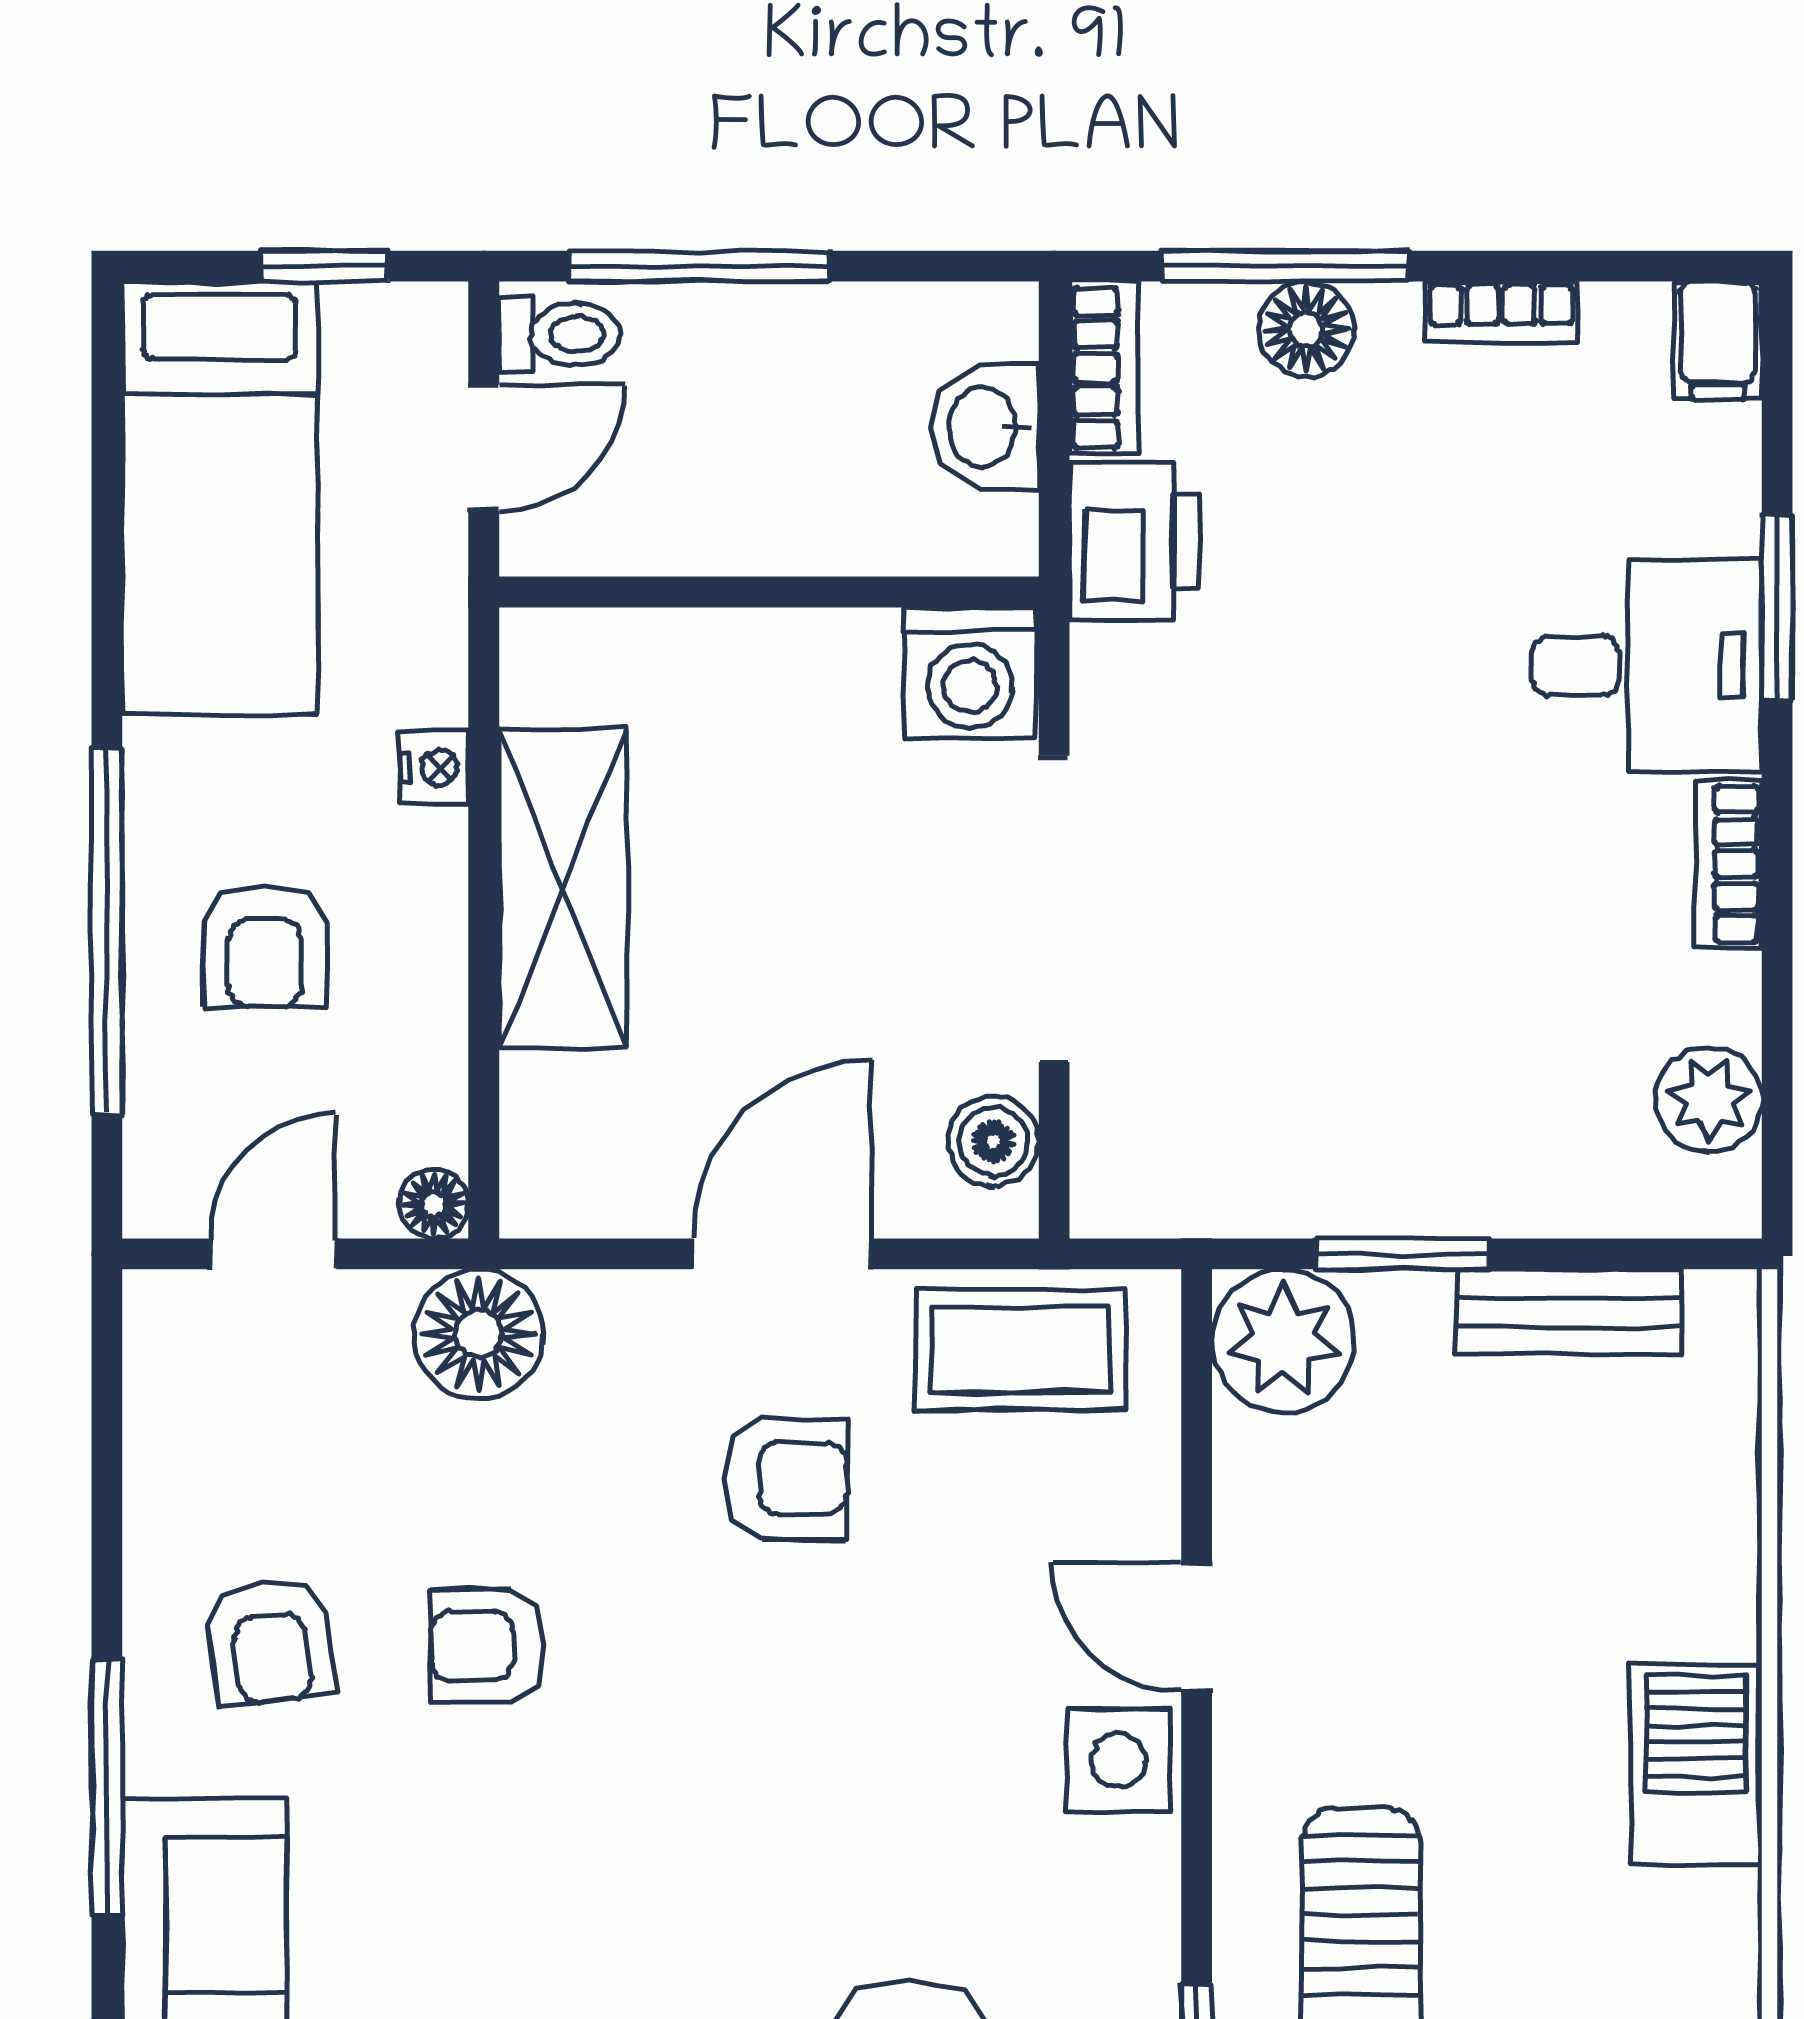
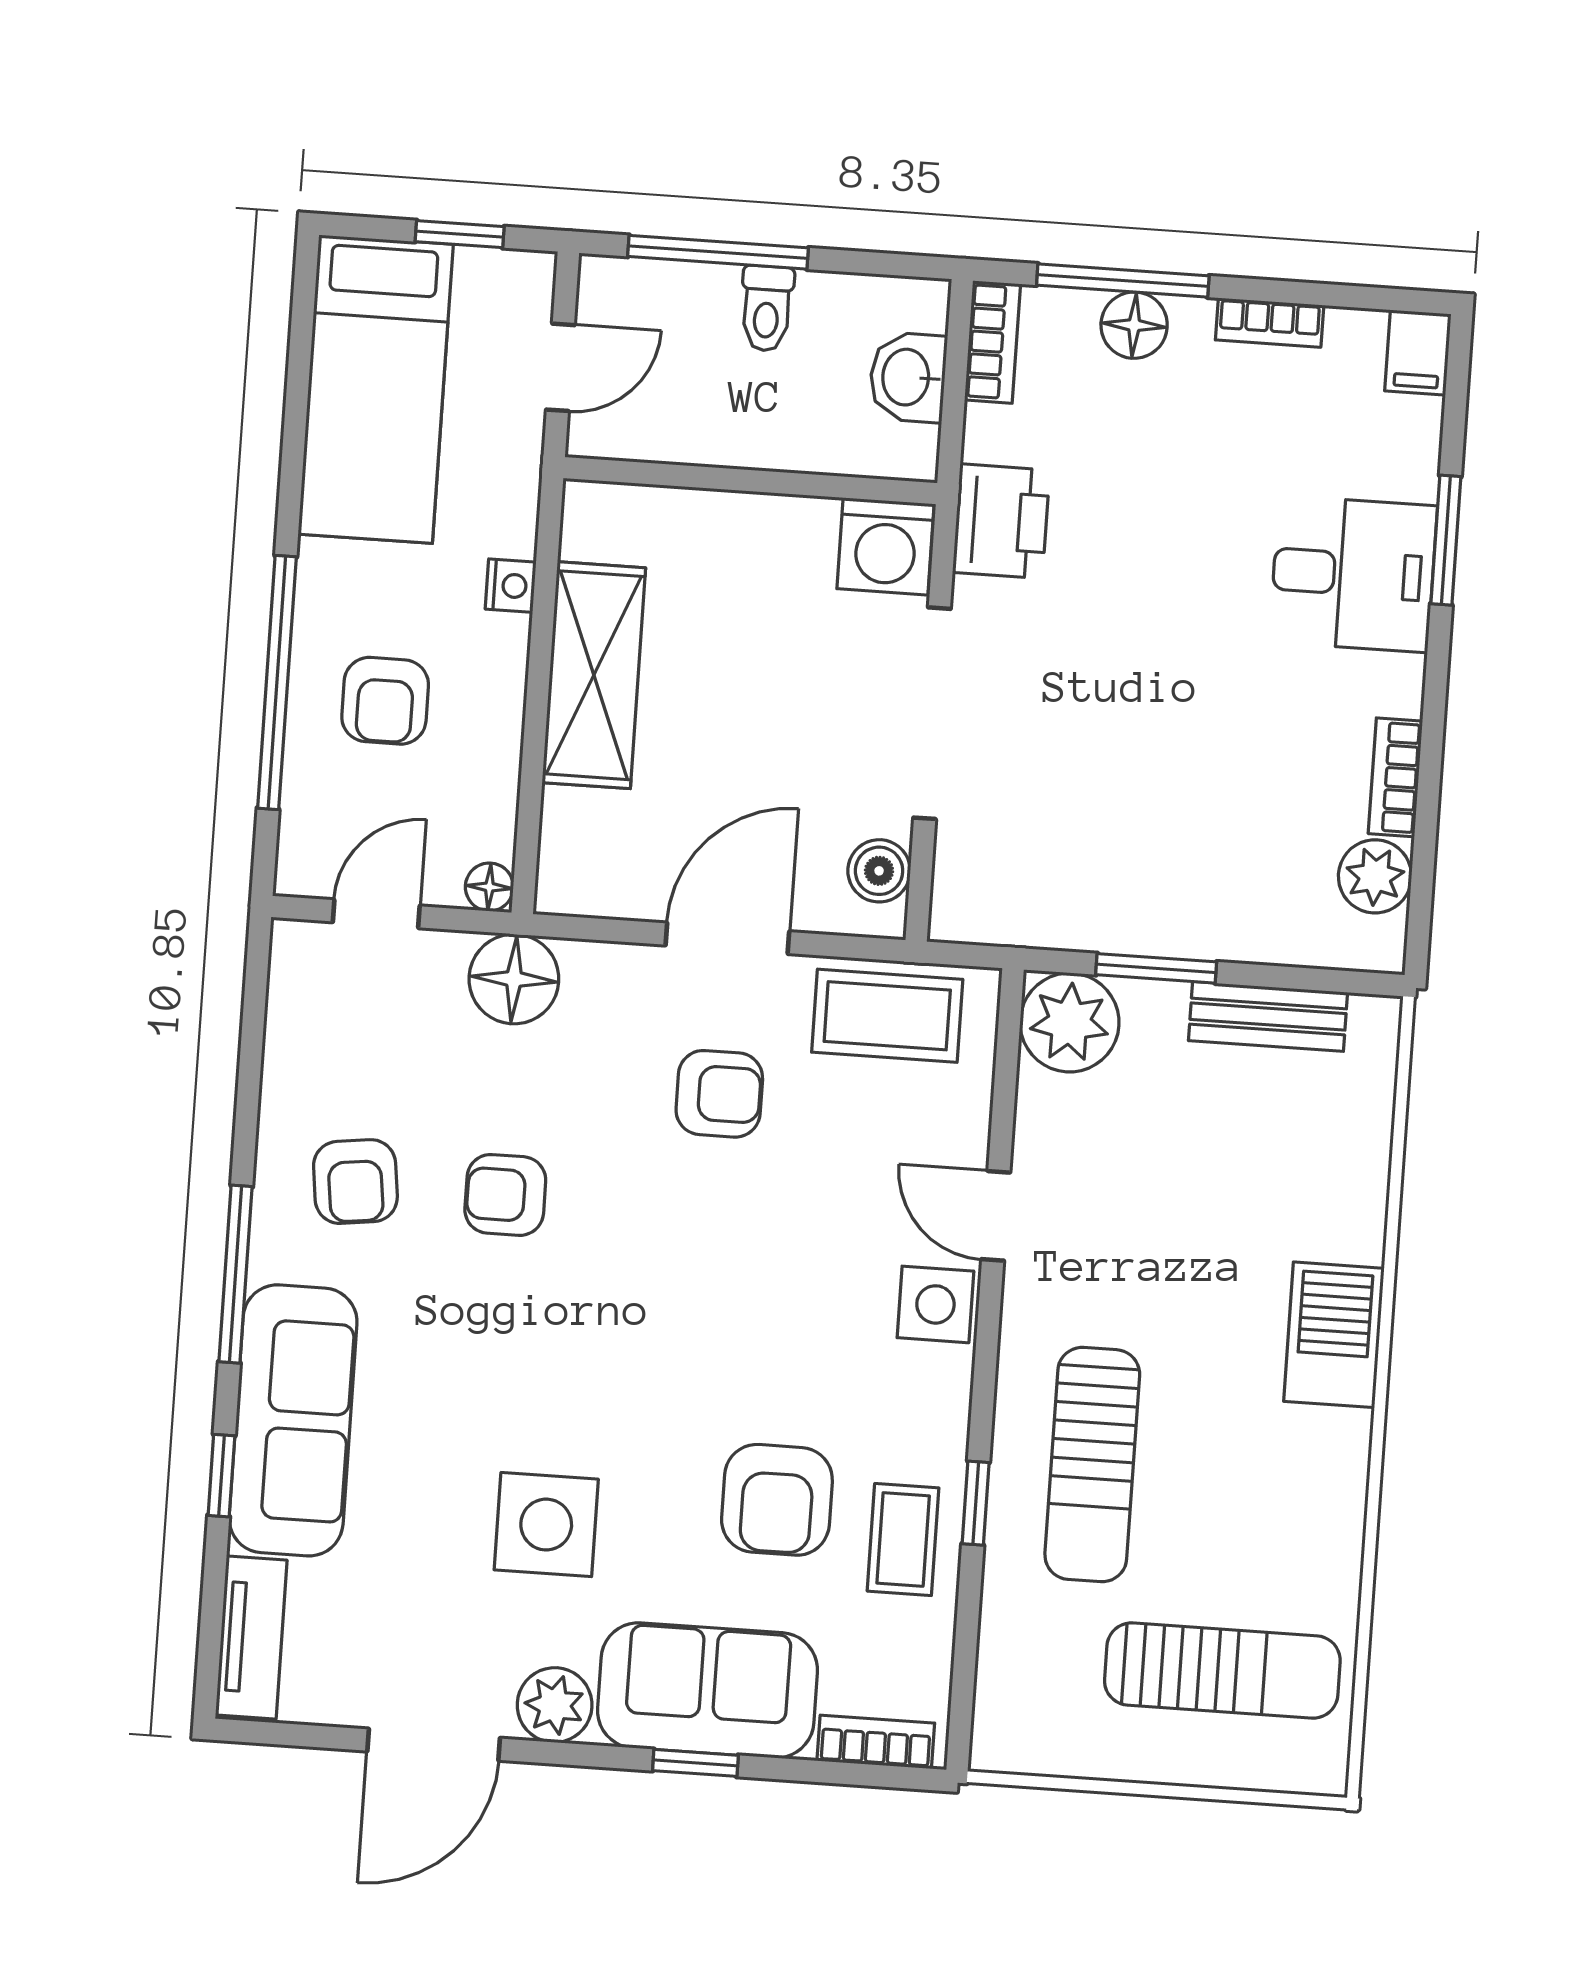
toilet: (560, 334) -> (767, 308), moved, turned 90
printer: (1134, 541) -> (1001, 521), moved
bookcase: (1728, 864) -> (1395, 777), moved

